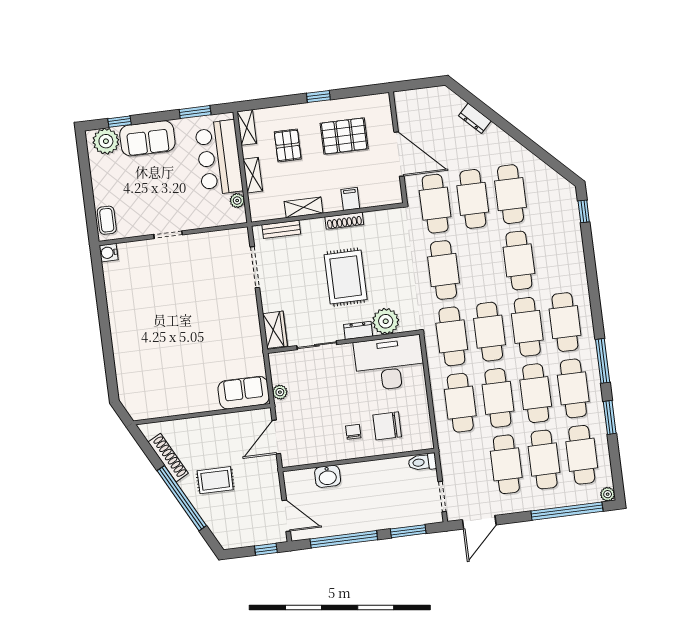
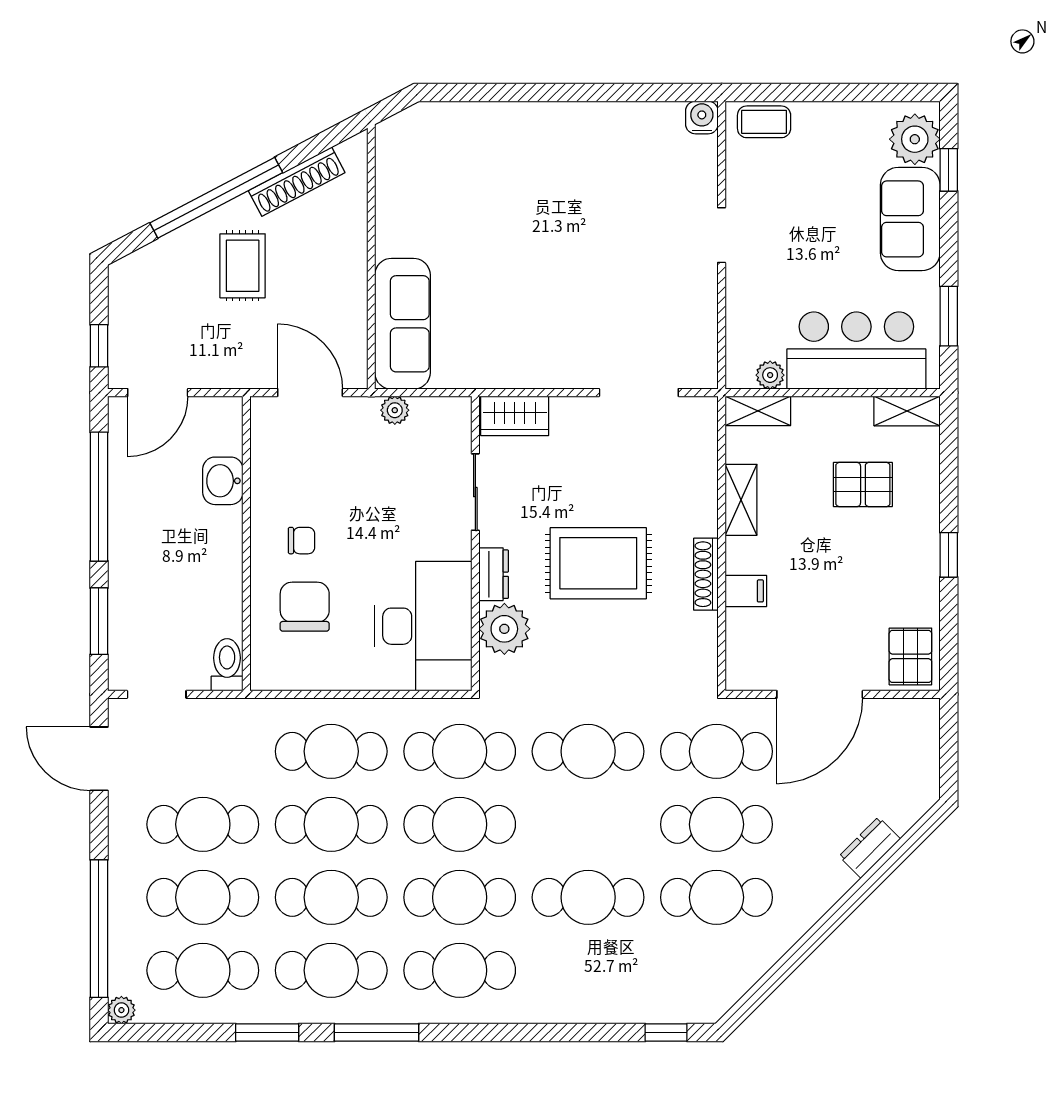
pallet: (344, 136) -> (910, 656), moved, width x0.67, depth x0.71
shelving: (253, 175) -> (758, 411), moved
bench: (281, 229) -> (704, 452), removed
sofa: (244, 393) -> (402, 324), width x1.36

